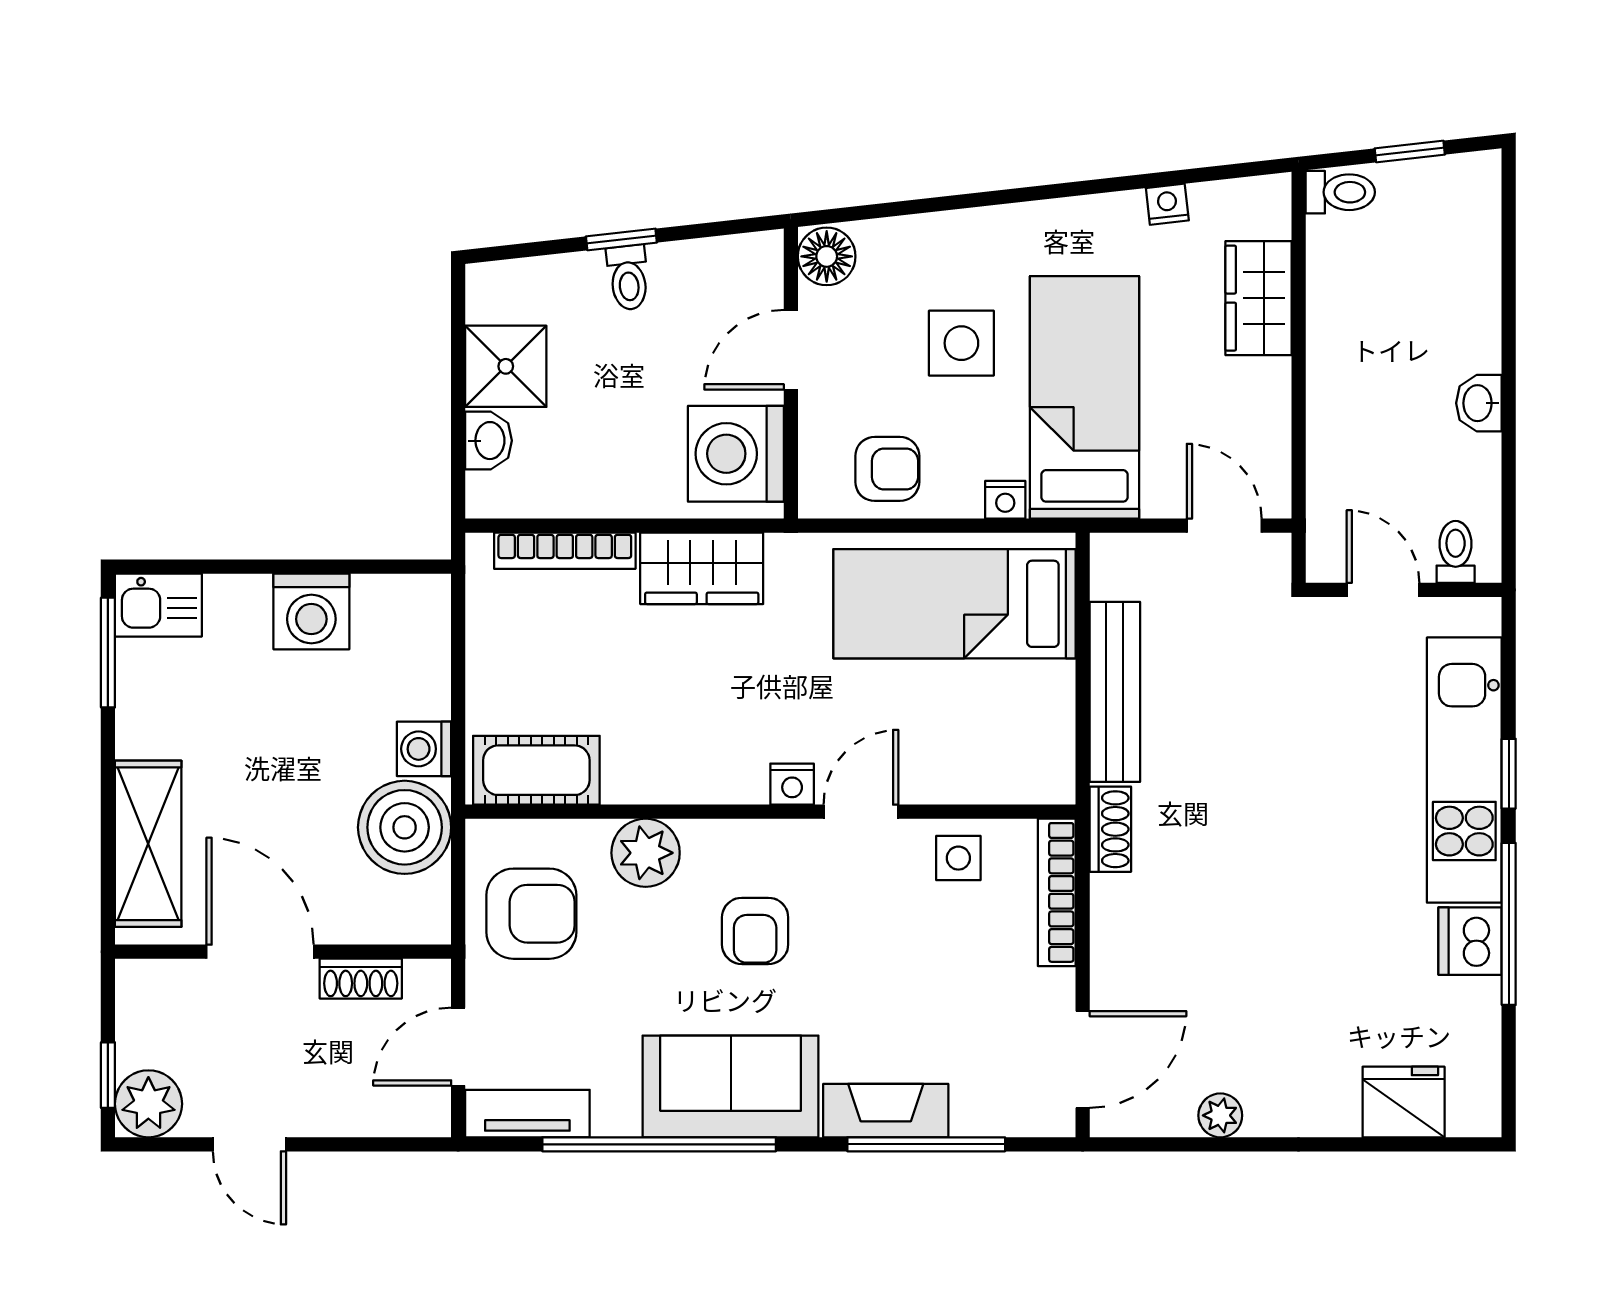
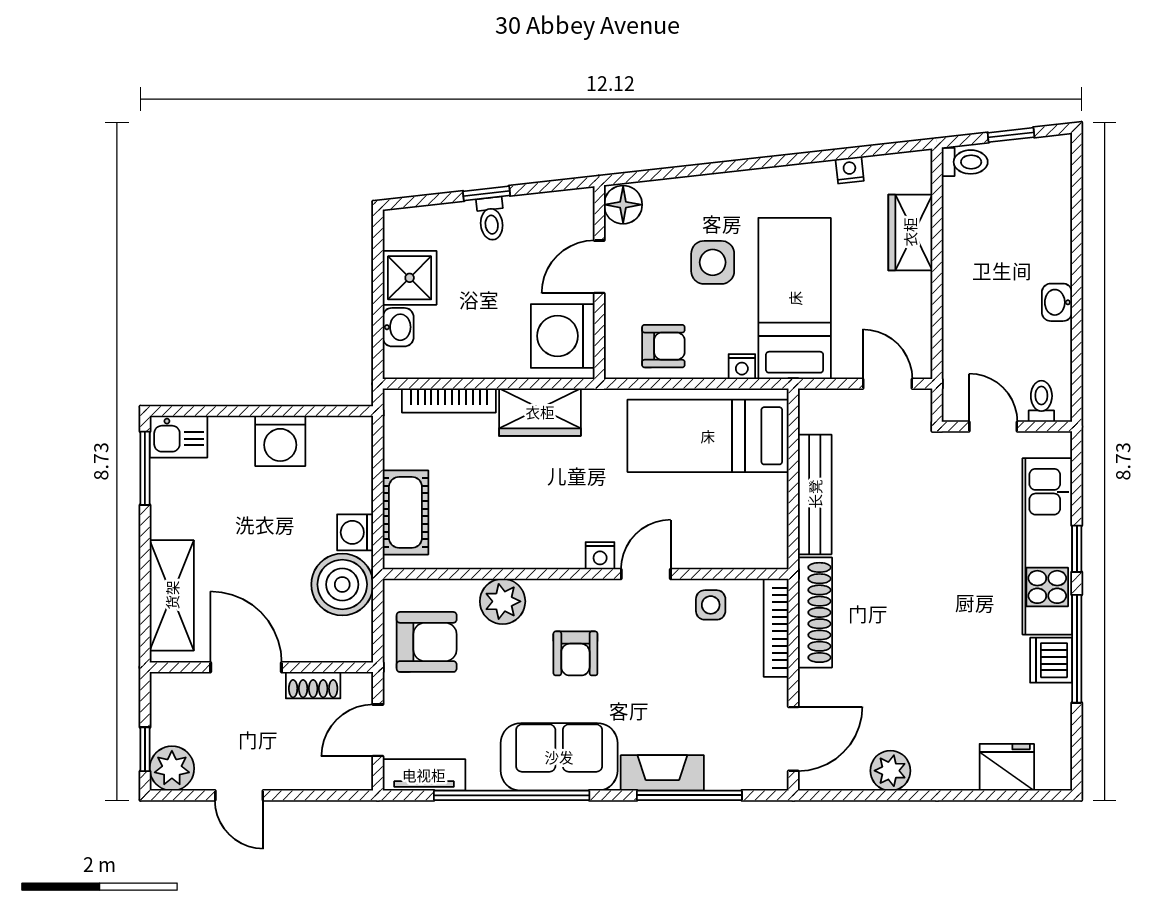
cot: (536, 770) -> (405, 512), moved, turned 90
shoe rack: (1110, 829) -> (815, 612), width x1.94, depth x1.24
plant: (1220, 1115) -> (890, 771), width x1.38, depth x1.38

